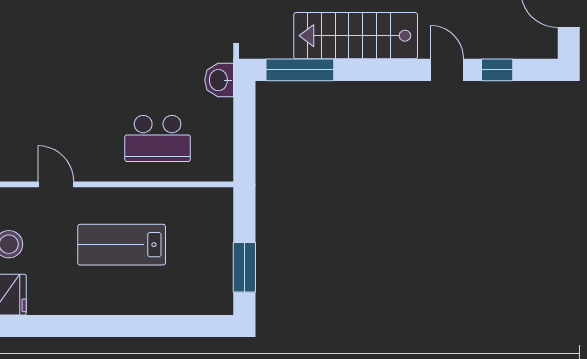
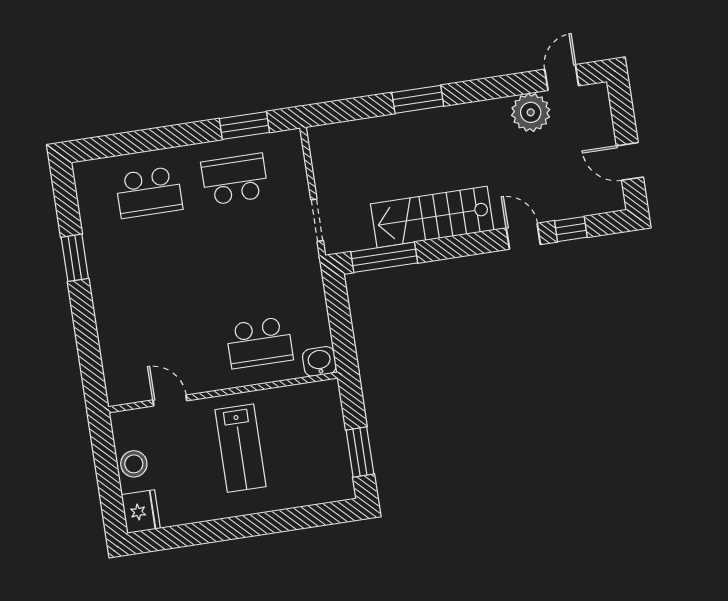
washbasin: (219, 80) -> (319, 361), moved, turned 90
lab bench: (122, 245) -> (241, 448), turned -90

